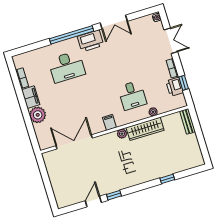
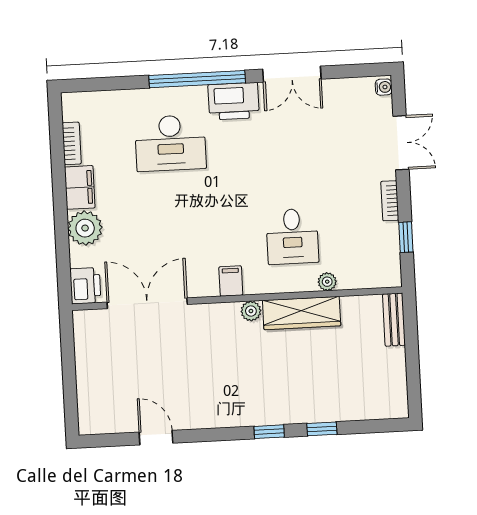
printer: (175, 87) -> (85, 286), moved, turned 180
window: (114, 195) -> (269, 432), moved
door: (93, 202) -> (156, 438), hinge flipped

